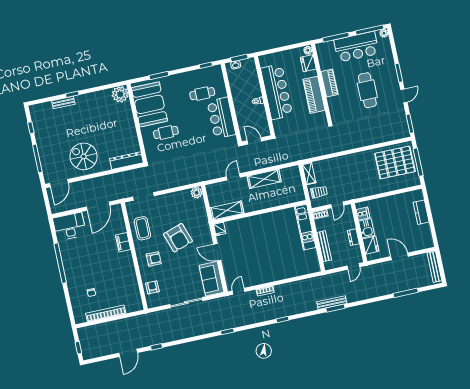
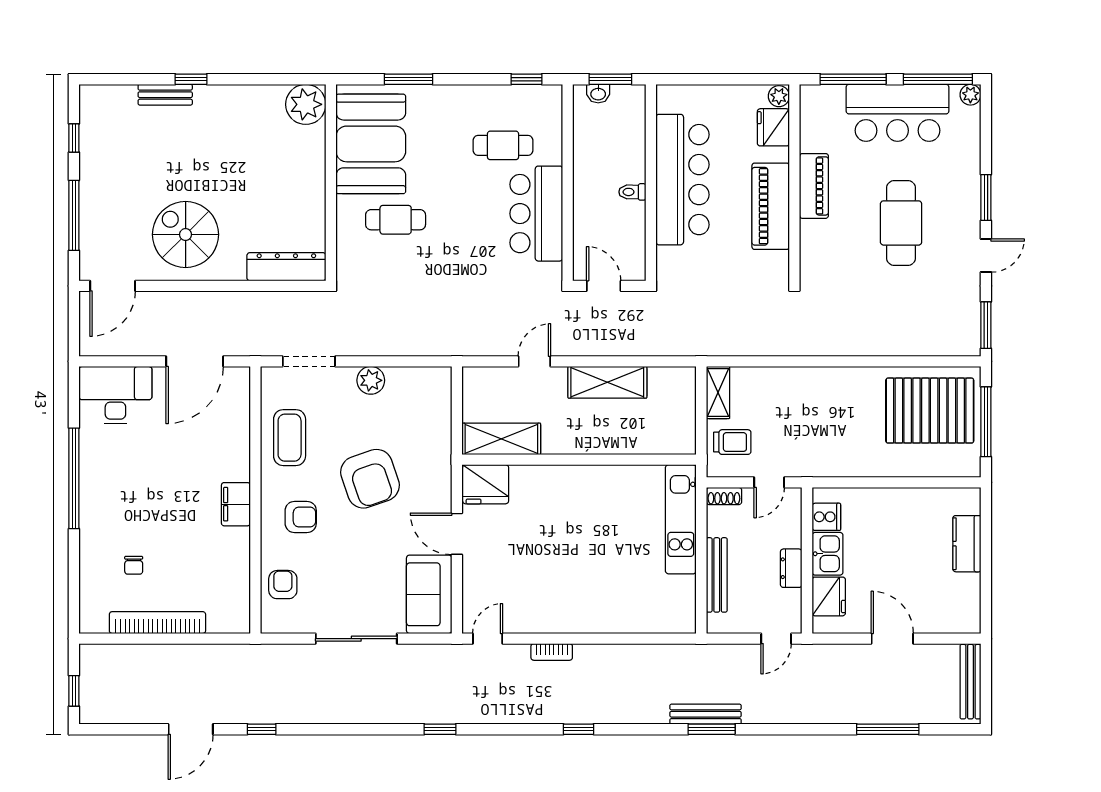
plant: (197, 193) -> (371, 380), moved
fridge: (220, 229) -> (486, 484), width x1.88, depth x1.34
filing cabinet: (123, 242) -> (236, 504), moved

